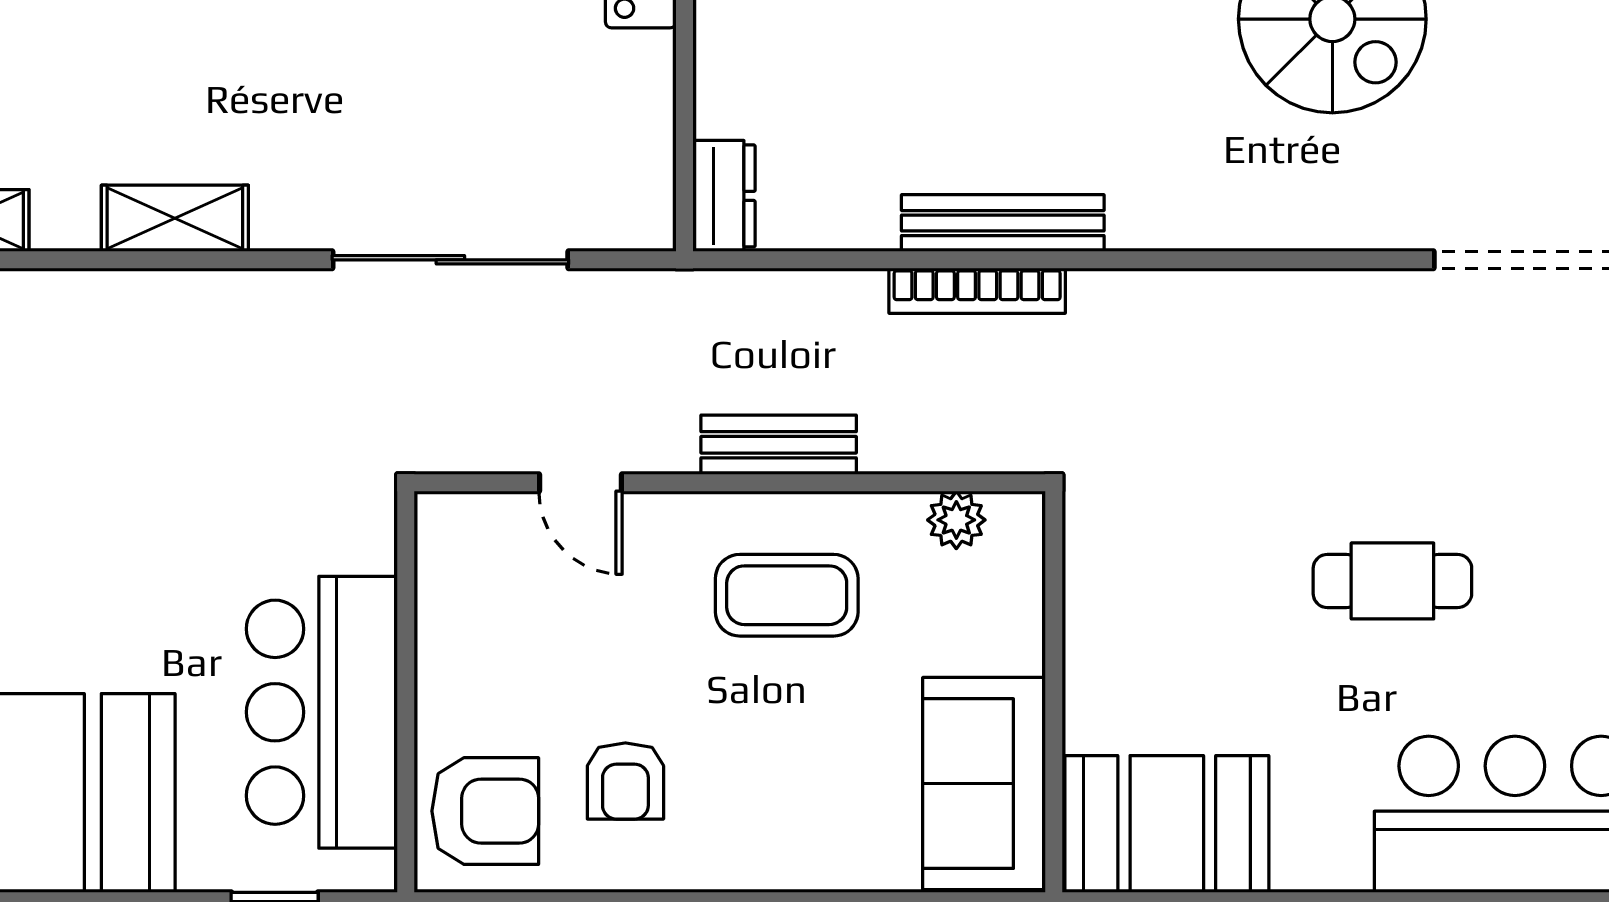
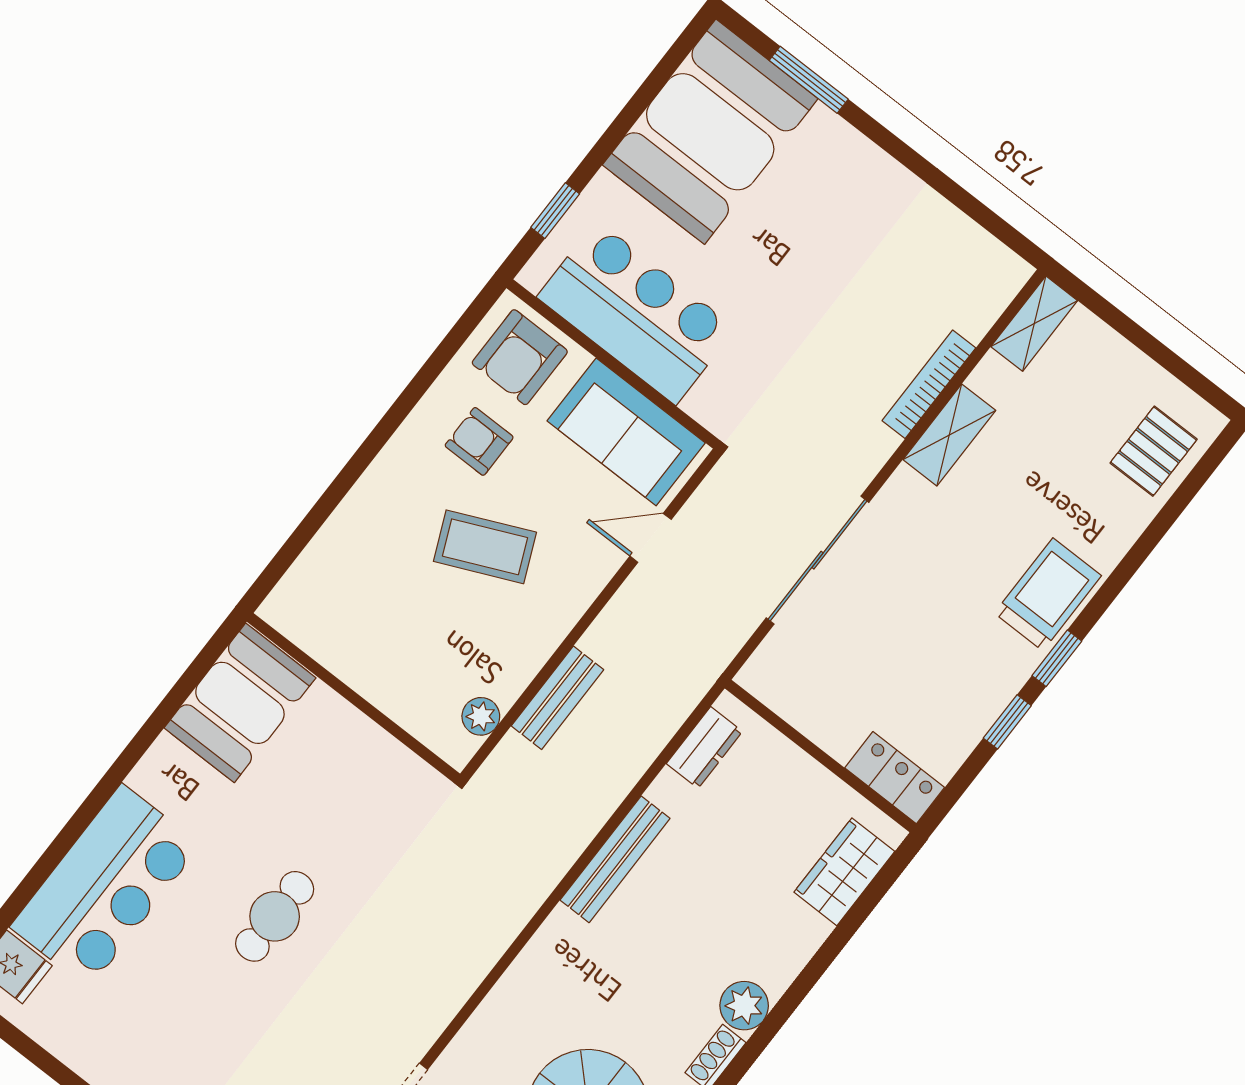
dresser: (724, 196) -> (704, 748), moved, turned -90
bookcase: (977, 291) -> (929, 384), moved
bench: (779, 445) -> (557, 698), moved
coffee table: (787, 595) -> (485, 547), moved, turned 66
sofa: (984, 784) -> (626, 432), moved, turned 180

